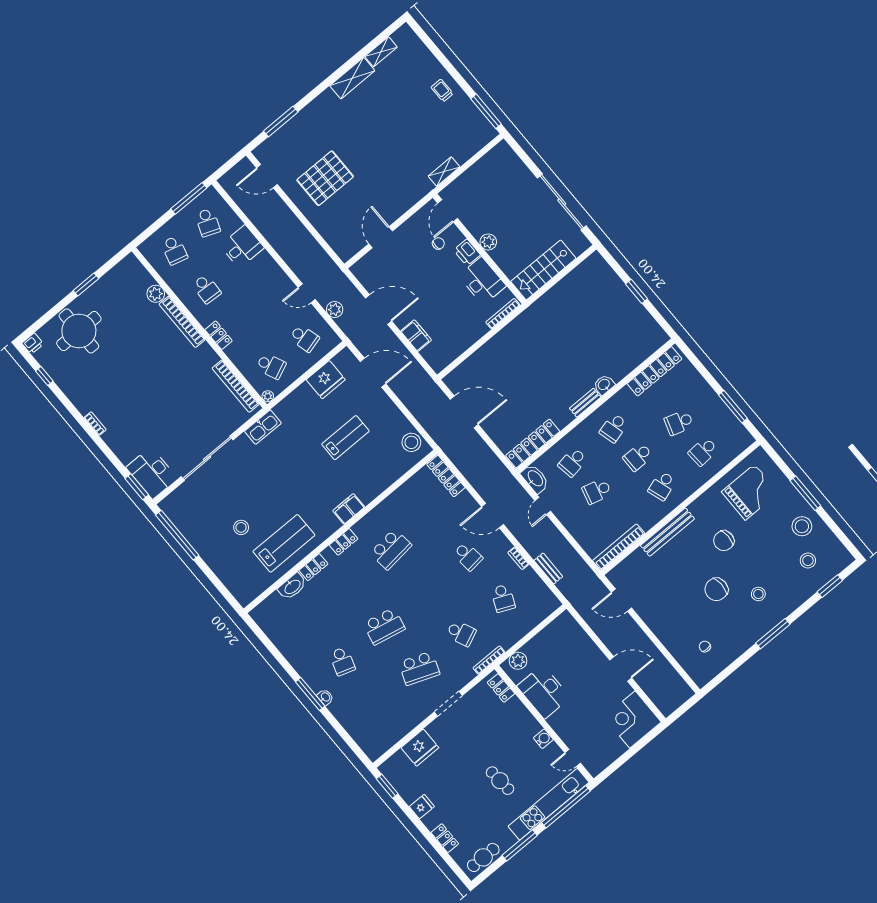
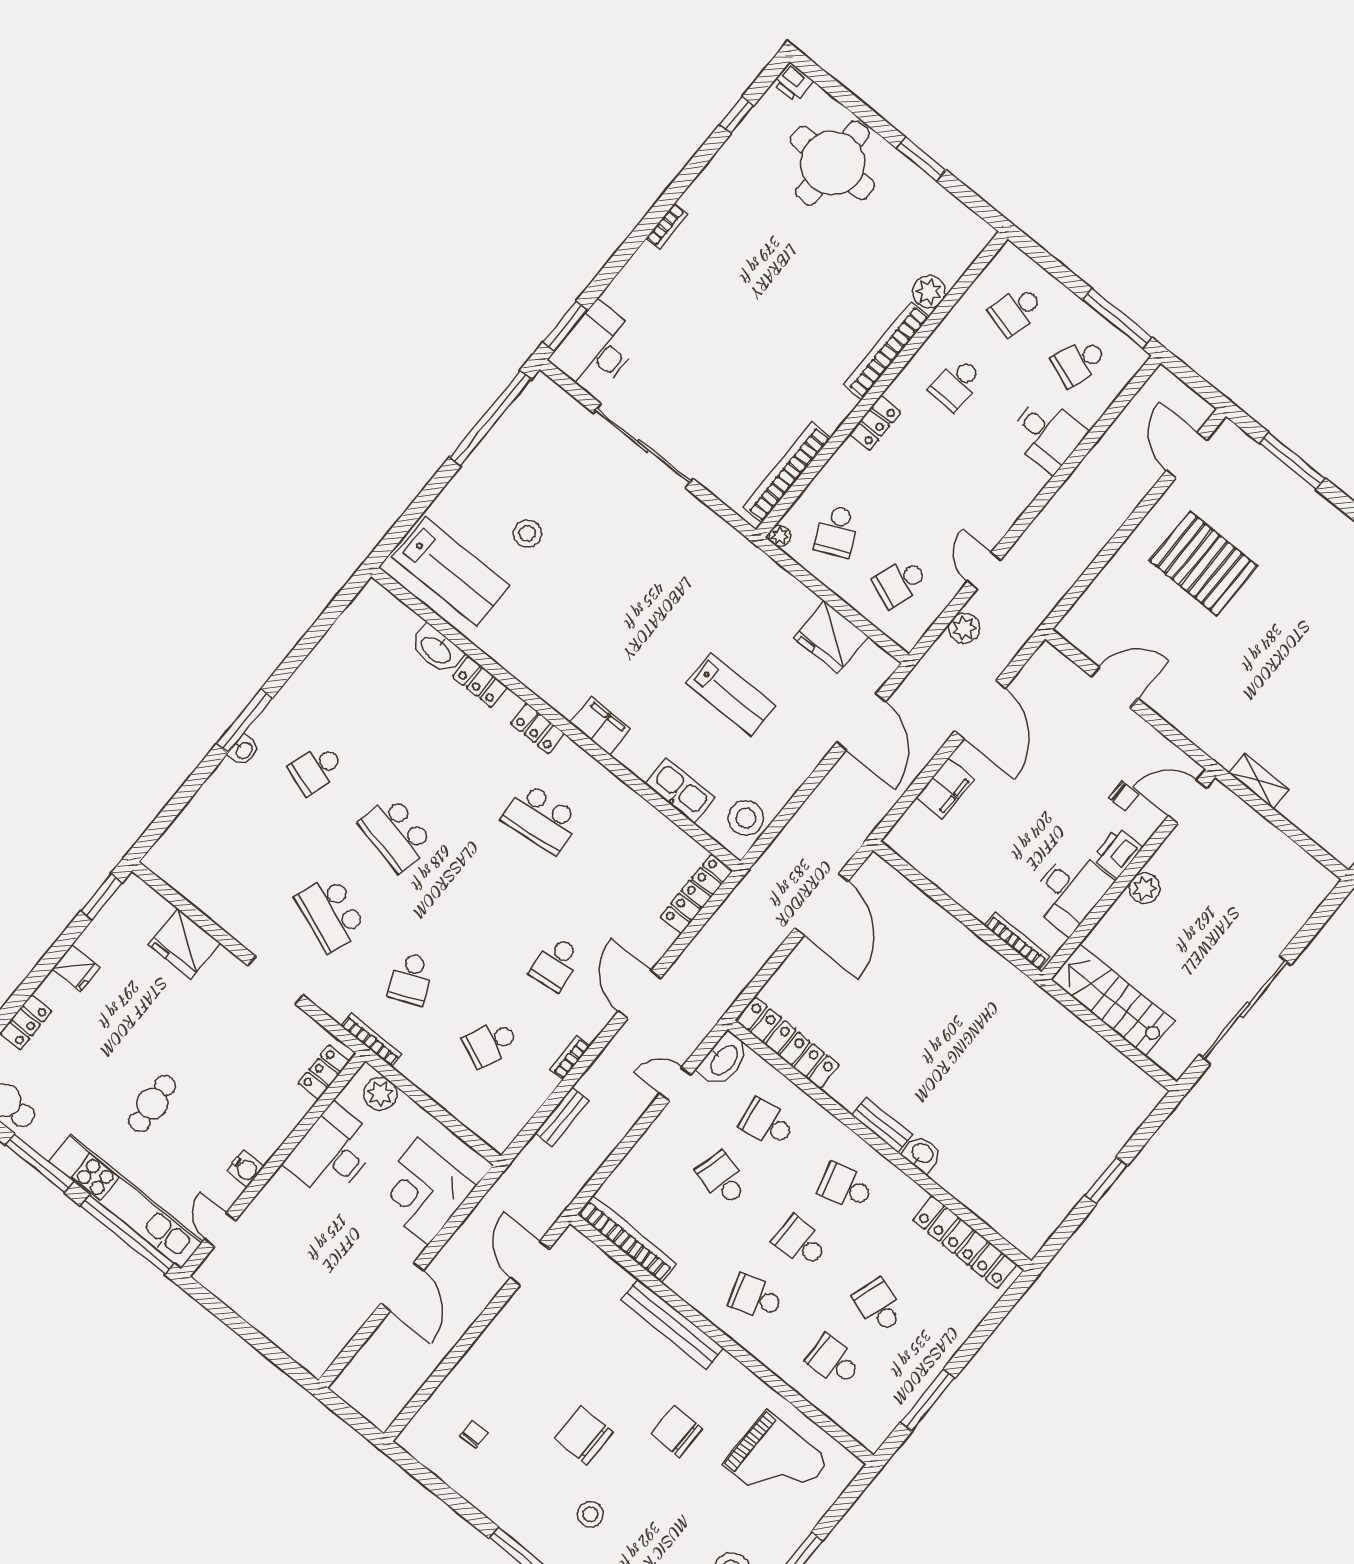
school desk: (304, 338) -> (900, 583), turned 36
kitchen sink: (263, 427) -> (680, 791), moved, turned 180
lab bench: (284, 543) -> (451, 571), moved
corner desk: (632, 720) -> (423, 1191), moved, turned -90

